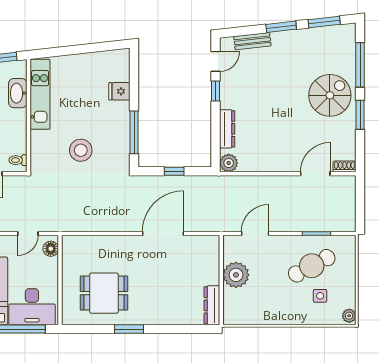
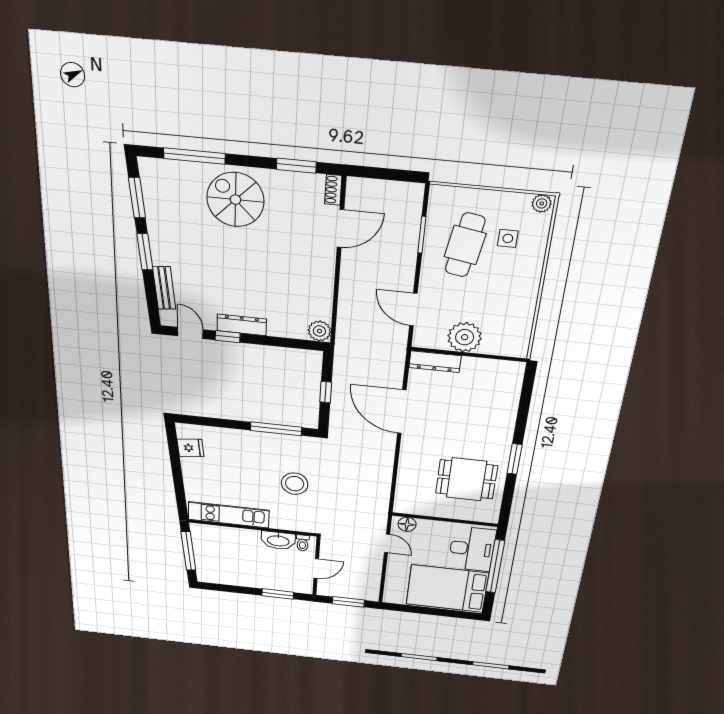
fridge: (119, 91) -> (191, 448), moved, turned -96
washbasin: (18, 93) -> (278, 540), moved
window: (360, 115) -> (296, 166), moved
dresser: (227, 129) -> (242, 325), moved
door: (315, 174) -> (340, 228), swing flipped
cafe table: (312, 266) -> (465, 245), turned 38
dining table: (104, 293) -> (467, 479), turned 90
dresser: (212, 305) -> (435, 362), moved

